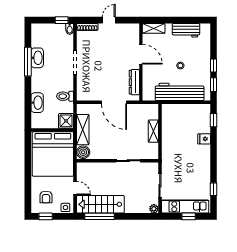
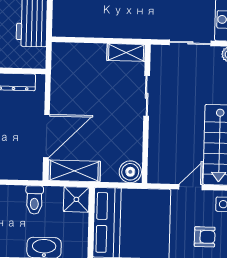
door: (114, 102) -> (46, 136), moved
shelving: (83, 130) -> (74, 171), moved
shelving: (153, 131) -> (126, 52), moved

